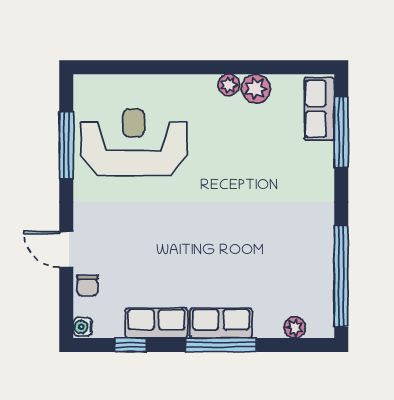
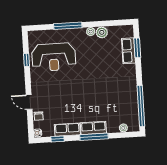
window: (173, 67) -> (68, 26), added
row of seats: (319, 109) -> (129, 51), moved
window: (341, 132) -> (137, 48), width x0.69
reception desk: (134, 142) -> (54, 57), turned 180
window: (66, 145) -> (27, 60), width x0.46

